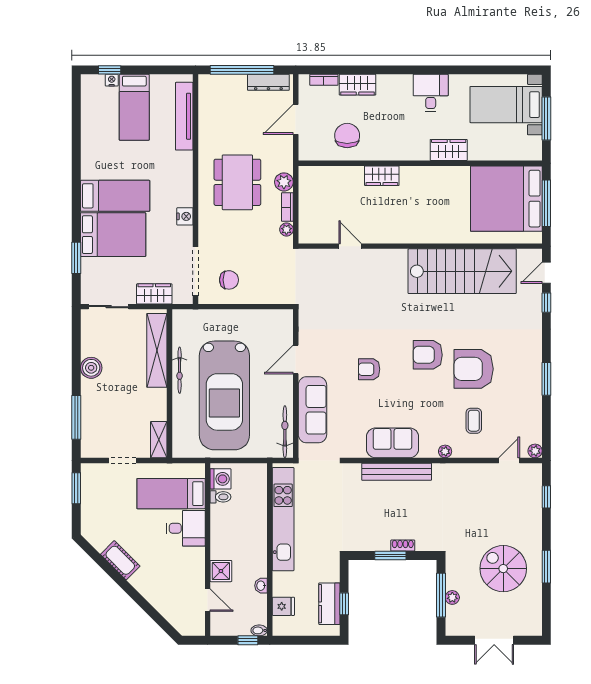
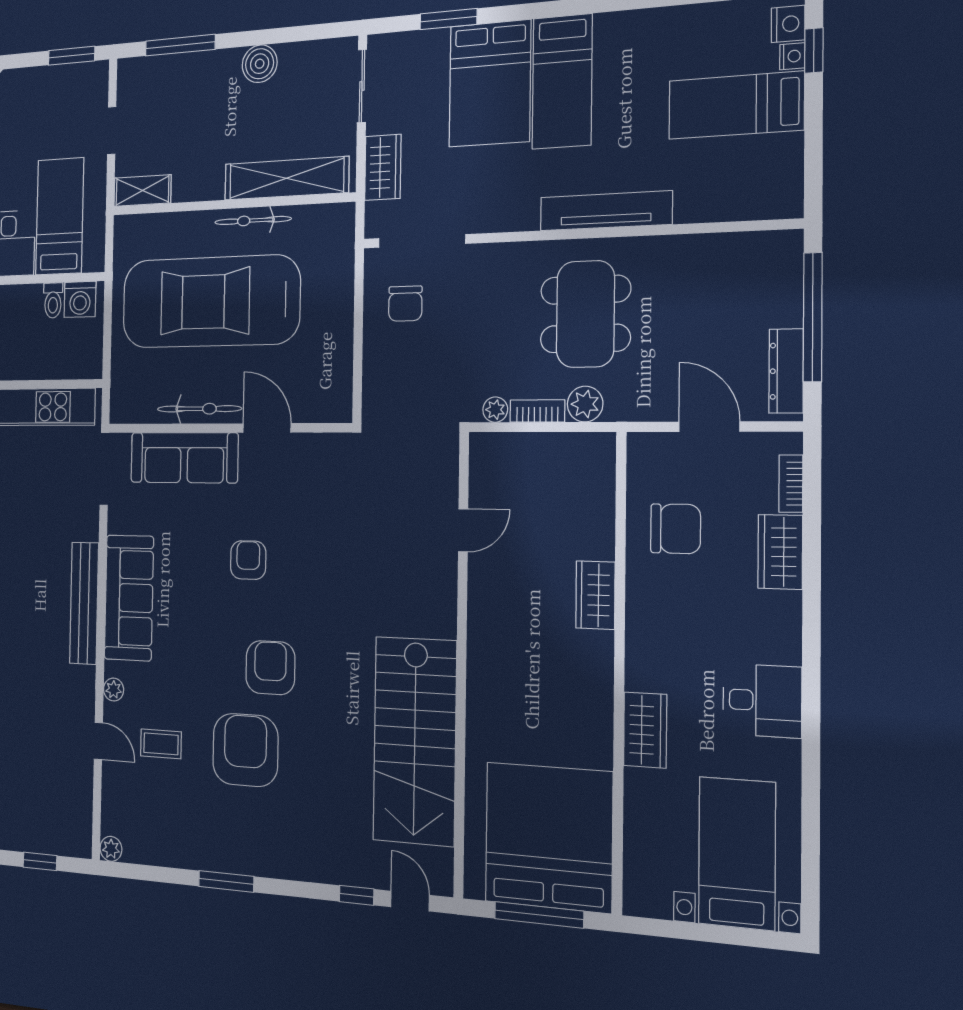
tv unit: (184, 116) -> (606, 211), moved
window: (546, 118) -> (708, 933), removed
dining table: (237, 182) -> (585, 314), turned 90
nightstand: (185, 216) -> (788, 24), moved, turned -90
bicycle: (285, 432) -> (199, 409), moved
sofa: (393, 443) -> (129, 598), width x1.36
door: (509, 460) -> (98, 741), moved

